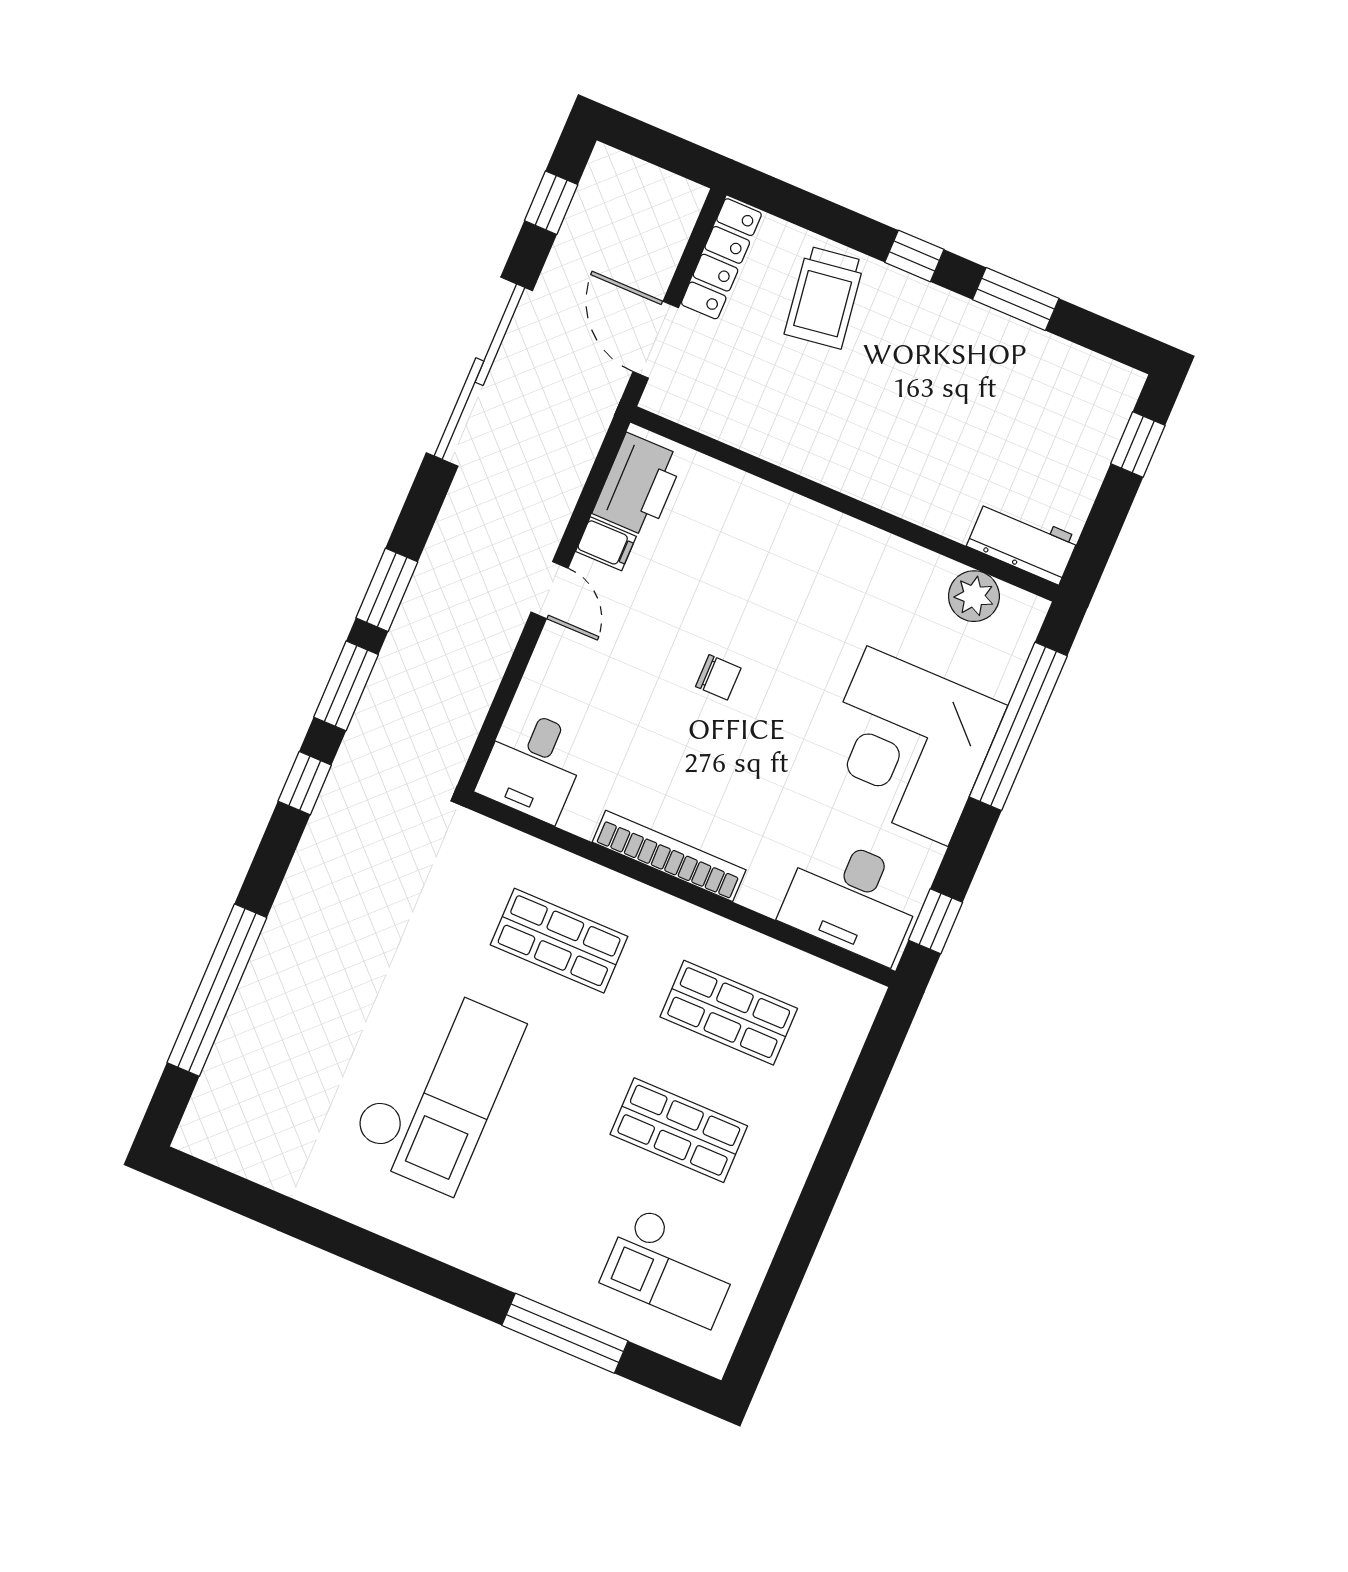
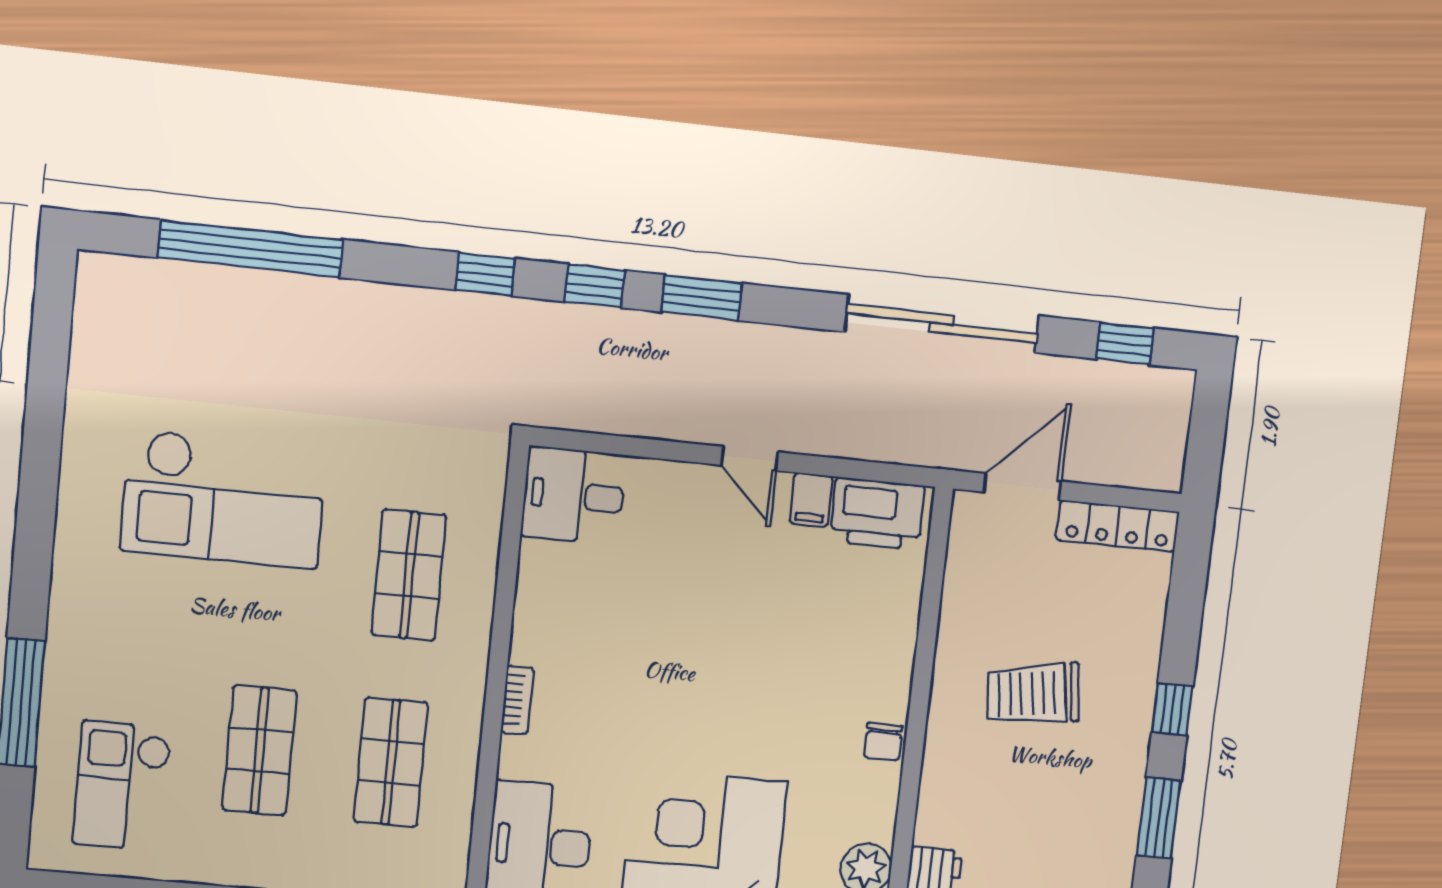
trolley: (824, 297) -> (1033, 694), moved
door: (549, 590) -> (750, 459), hinge flipped
chair: (718, 677) -> (883, 742), moved
window: (346, 686) -> (595, 286), width x0.67
bookcase: (669, 856) -> (517, 700), width x0.43, depth x0.76

